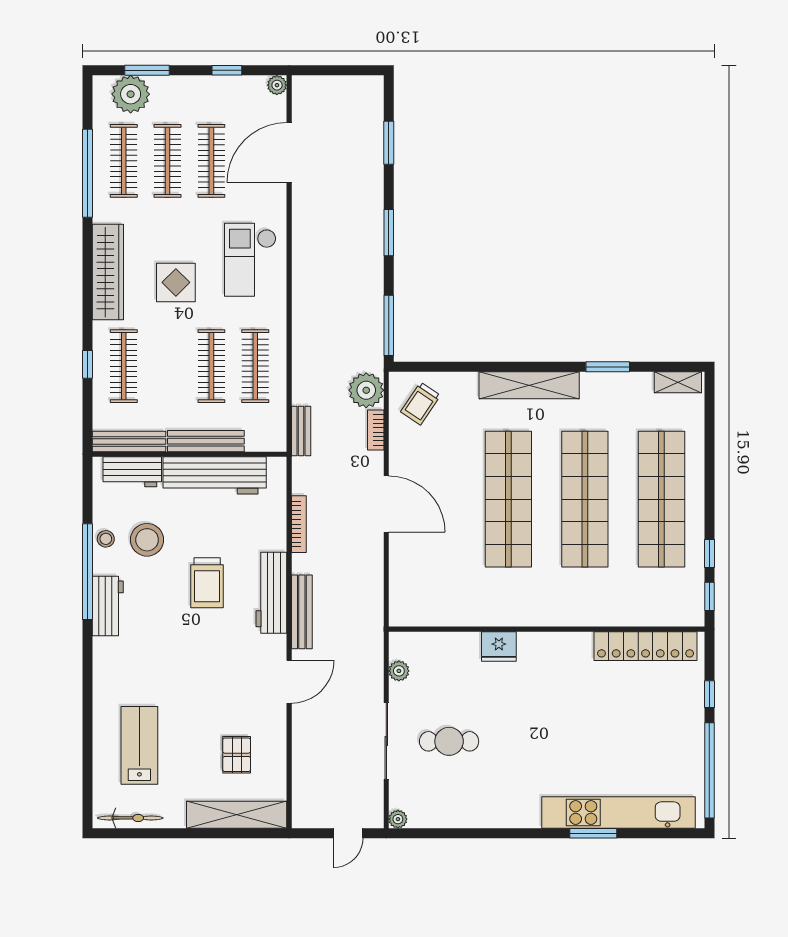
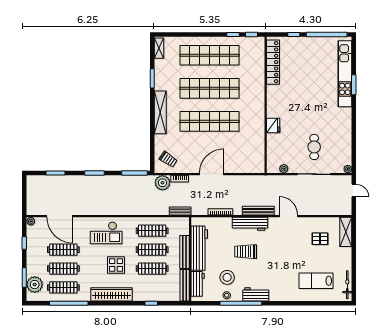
clothes rail: (124, 366) -> (152, 269), moved
trolley: (207, 583) -> (246, 252), turned 180
shelving: (237, 815) -> (346, 232), width x0.68

